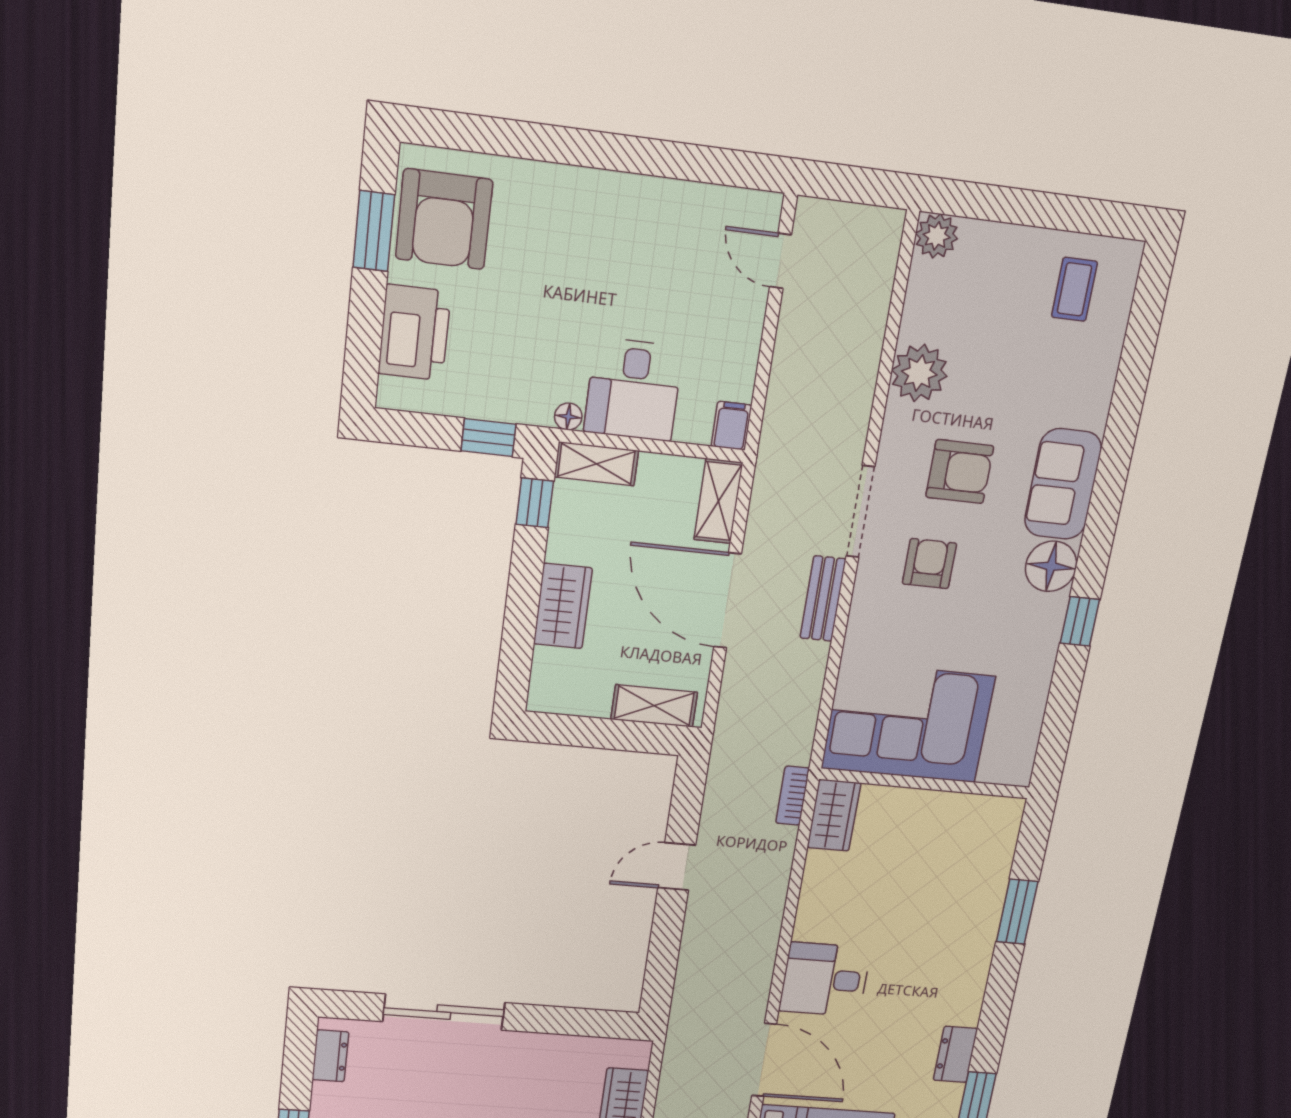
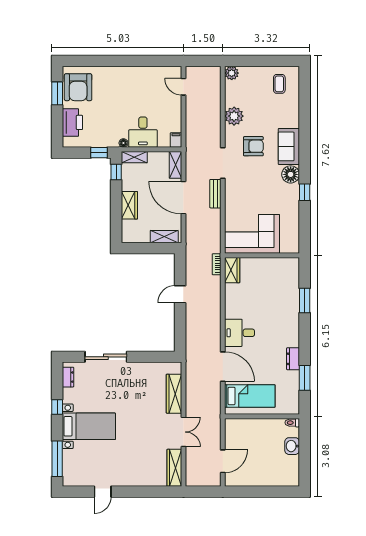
armchair: (929, 564) -> (249, 178), removed

